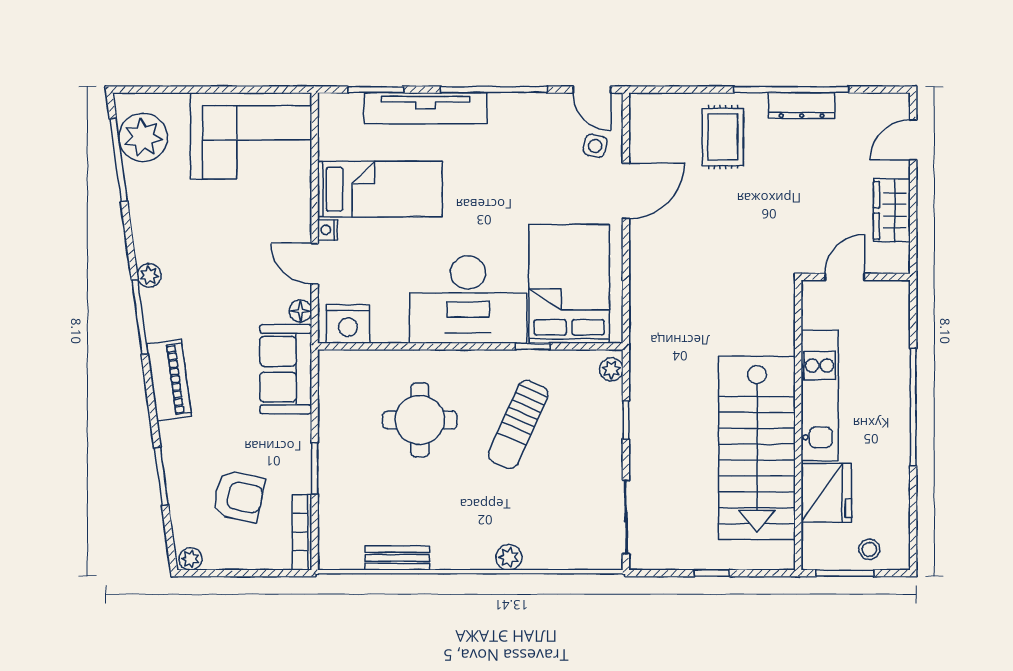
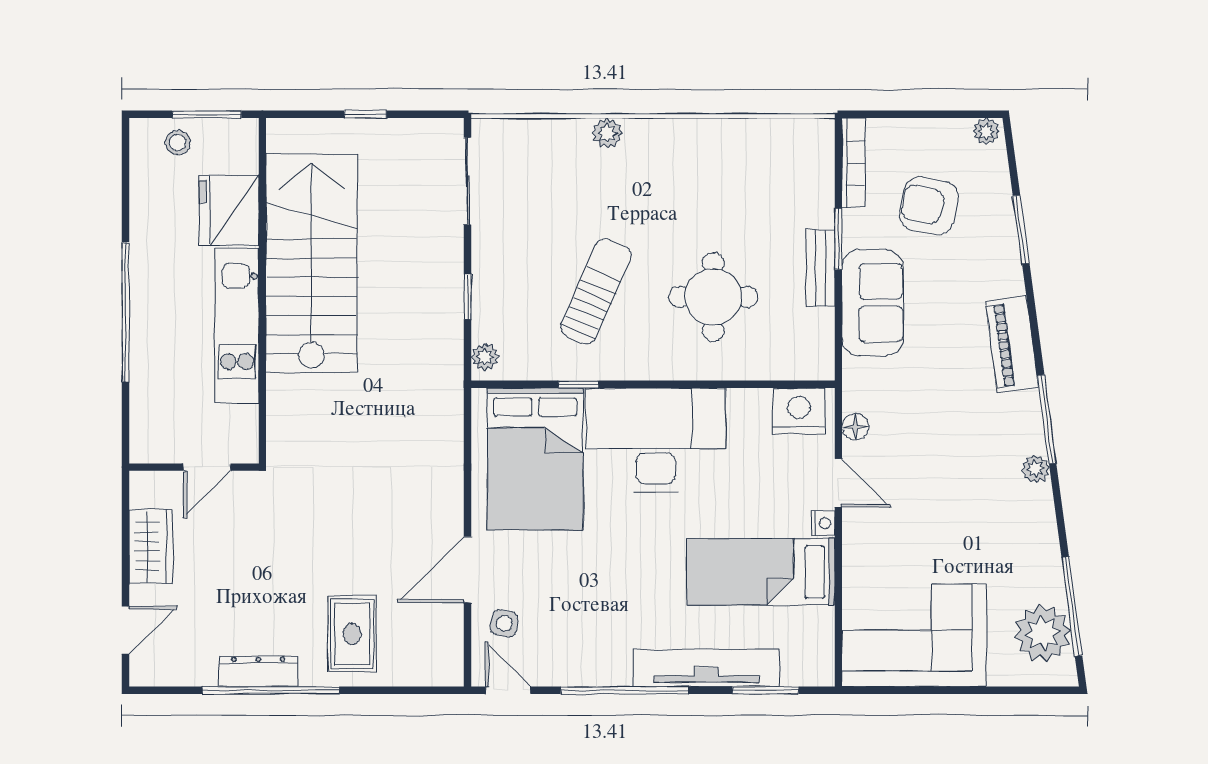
sofa: (286, 369) -> (873, 303), moved
bench: (397, 558) -> (820, 268), moved, turned 90

